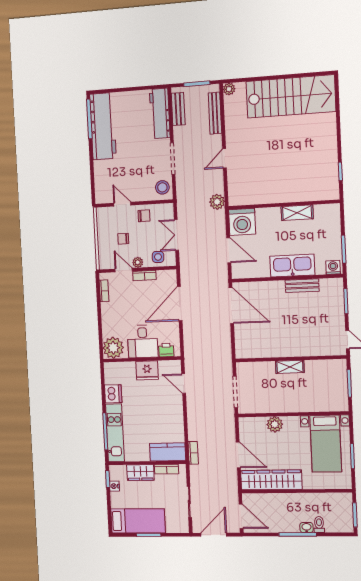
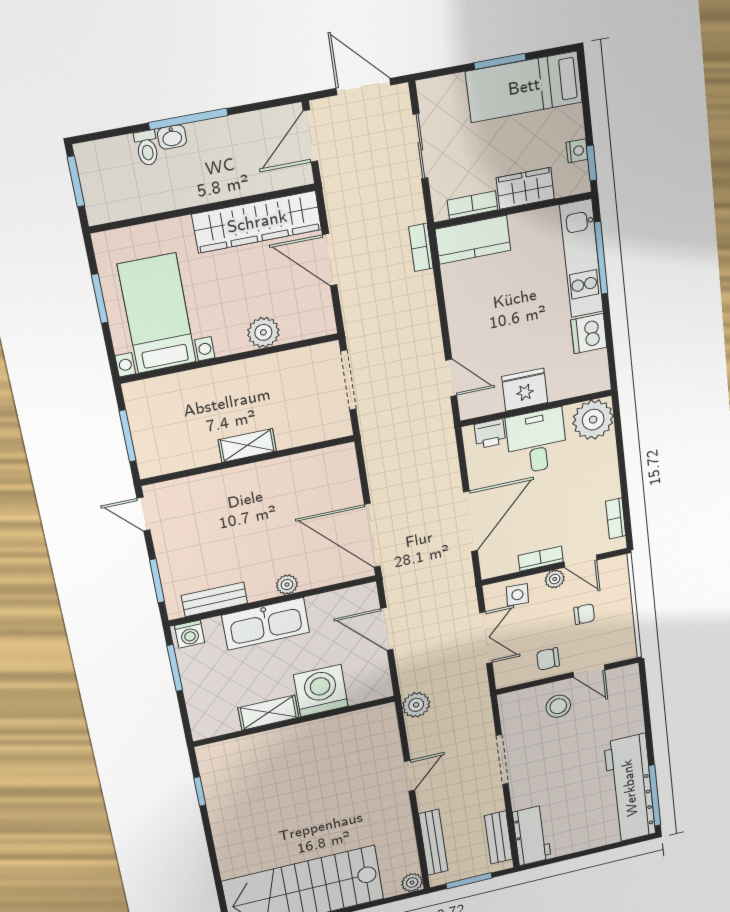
workbench: (160, 113) -> (532, 835), width x0.73
stool: (162, 187) -> (558, 706), moved
washing machine: (242, 222) -> (321, 691), moved
plant: (279, 286) -> (287, 585), added
bench: (302, 286) -> (214, 599), moved
door: (241, 516) -> (310, 136), hinge flipped
door: (214, 535) -> (363, 87), swing flipped

